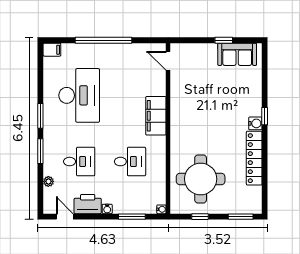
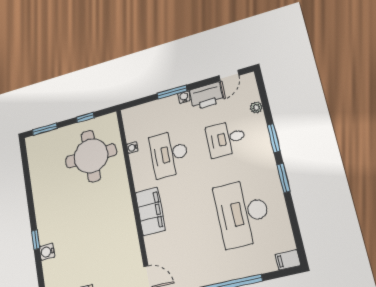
water cooler: (255, 123) -> (47, 252), moved
locker: (254, 158) -> (40, 192), removed
desk: (130, 162) -> (169, 154), width x1.37
water cooler: (161, 209) -> (132, 148), moved
door: (65, 217) -> (229, 76), hinge flipped
window: (132, 217) -> (172, 92), moved

